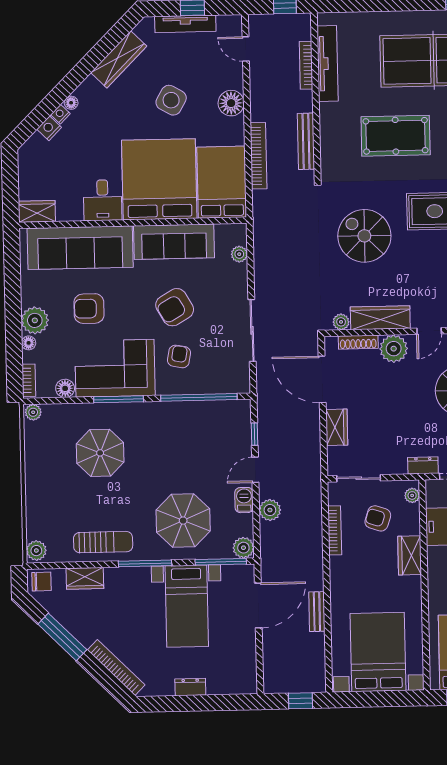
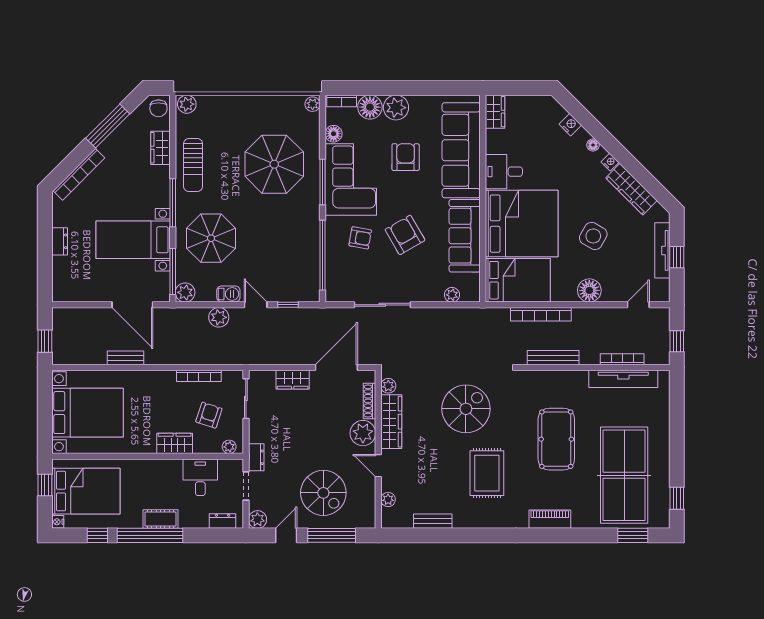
nightstand: (60, 114) -> (610, 162), moved
floor lamp: (29, 343) -> (370, 107), width x1.89, depth x1.89
parasol: (100, 453) -> (274, 164), width x1.36, depth x1.36

